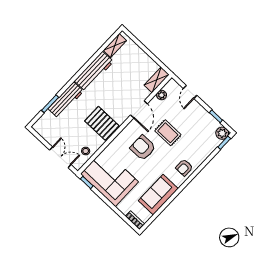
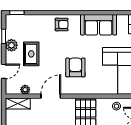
rug: (168, 133) -> (31, 54), moved
plant: (222, 133) -> (11, 45), moved
armchair: (143, 148) -> (75, 67), turned 180

